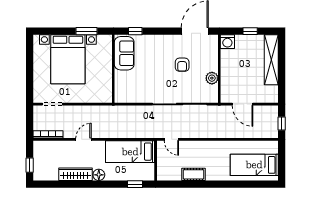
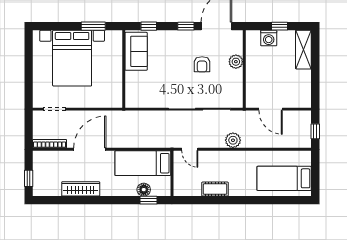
window: (168, 31) -> (186, 26), added
washing machine: (227, 42) -> (269, 38), moved
shelving: (271, 60) -> (303, 50), width x0.68
plant: (212, 78) -> (236, 62), moved
plant: (209, 131) -> (233, 140), added
door: (83, 139) -> (90, 149), width x1.88
floor lamp: (99, 175) -> (144, 190), moved

